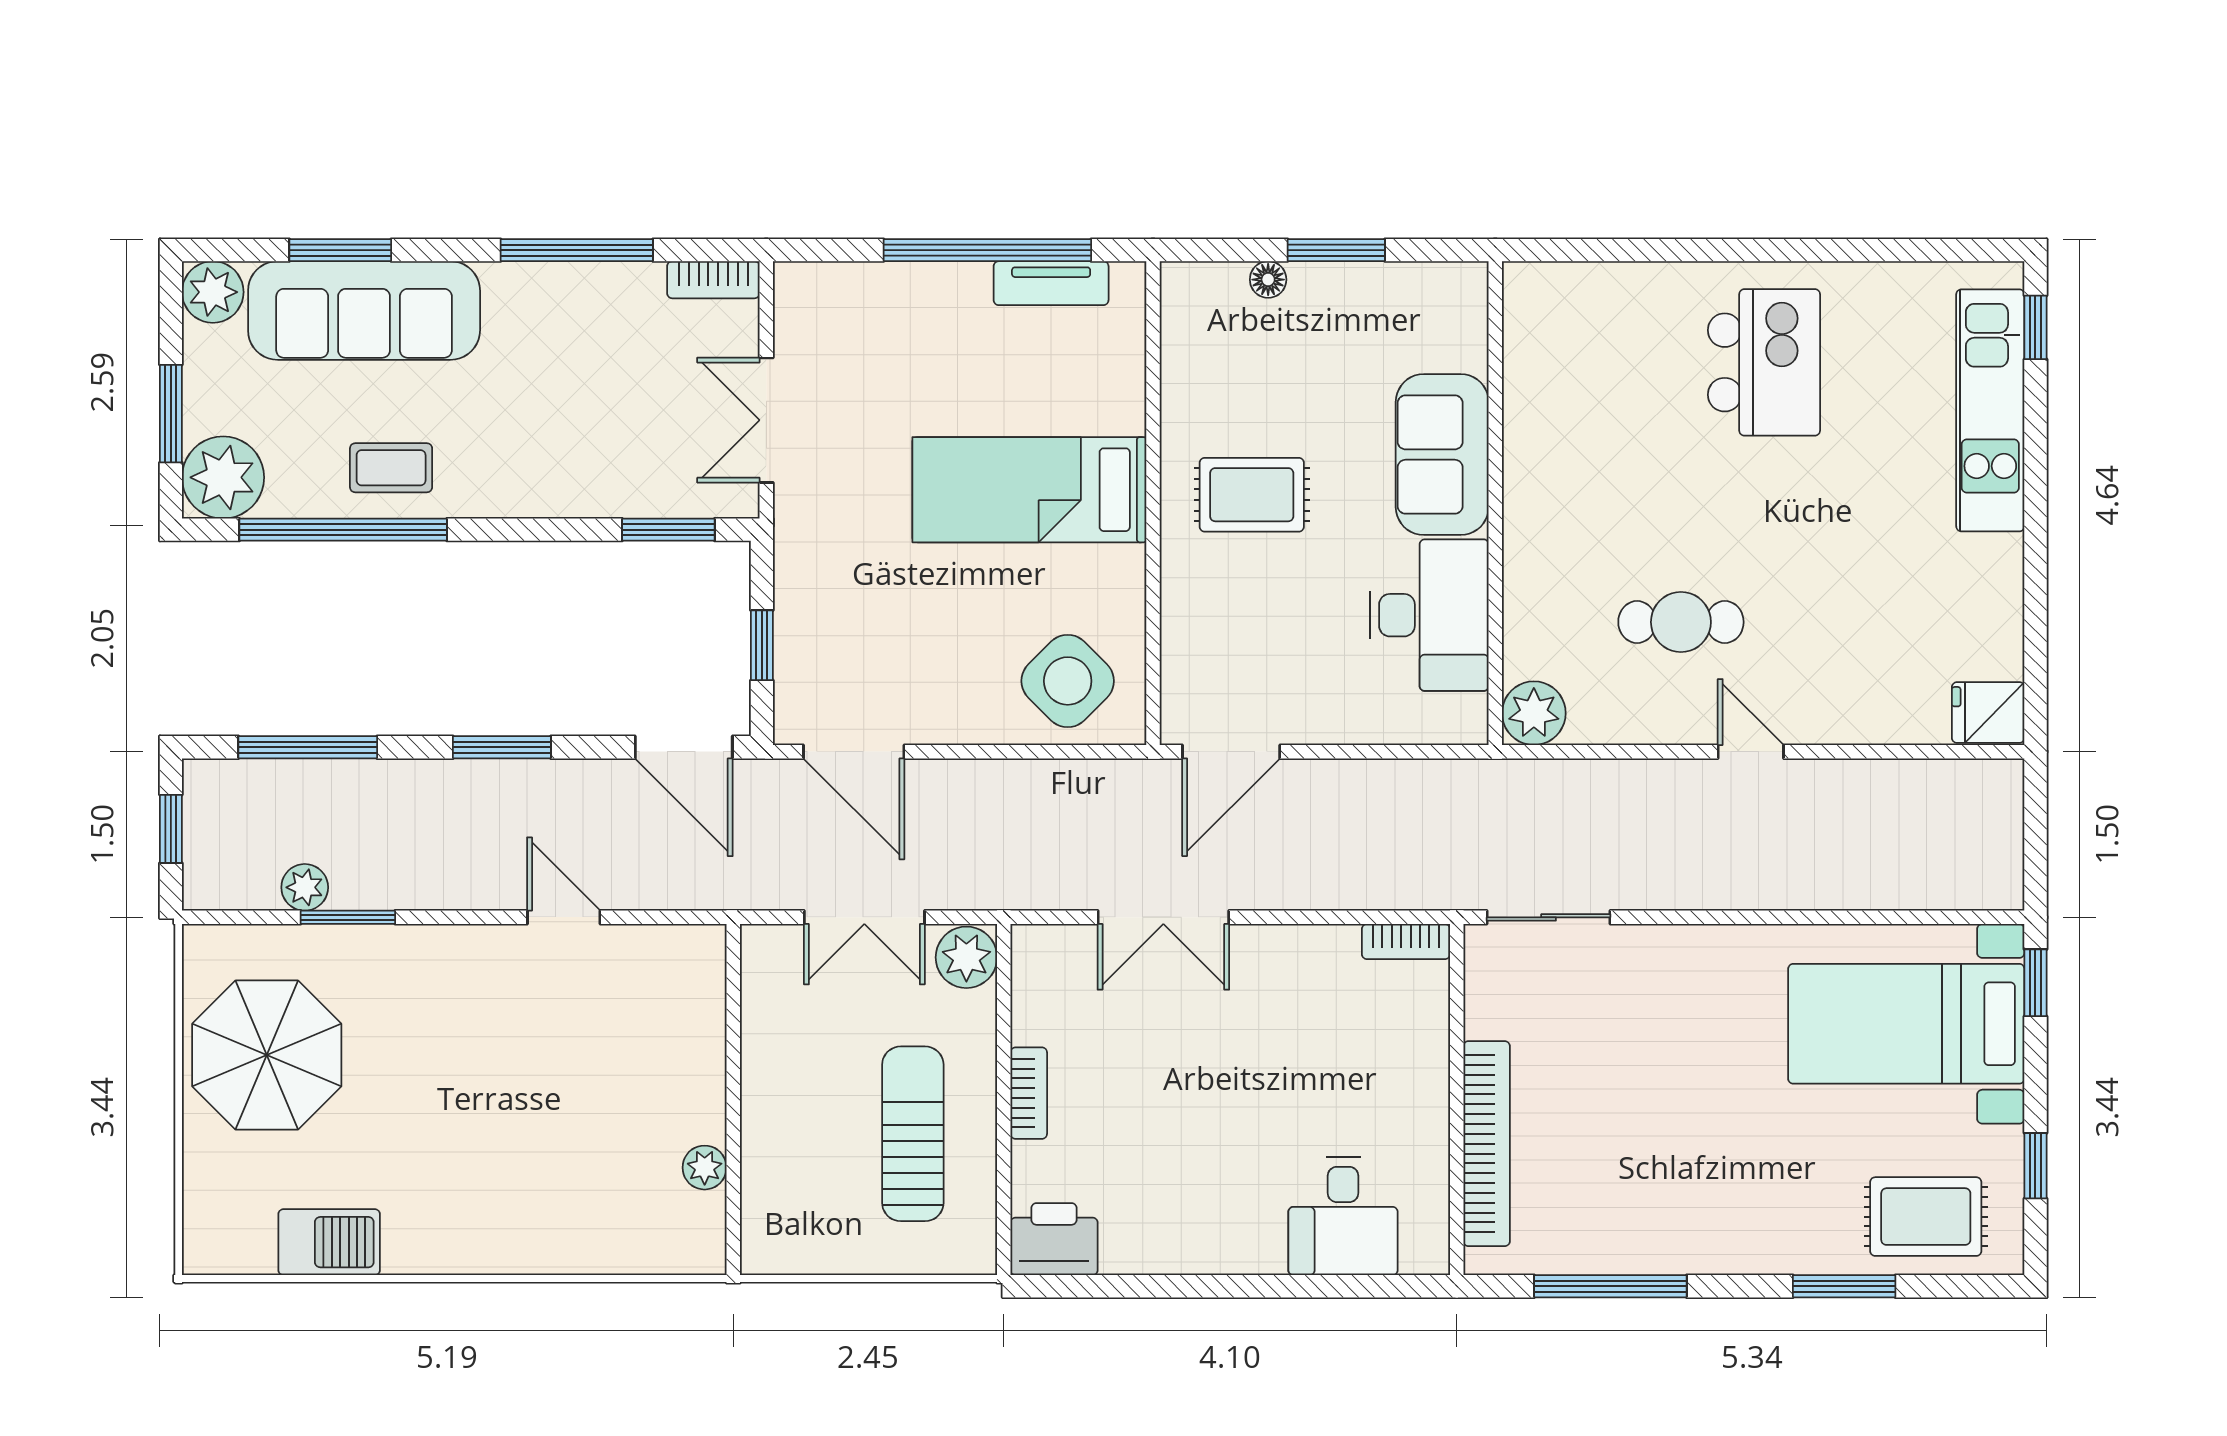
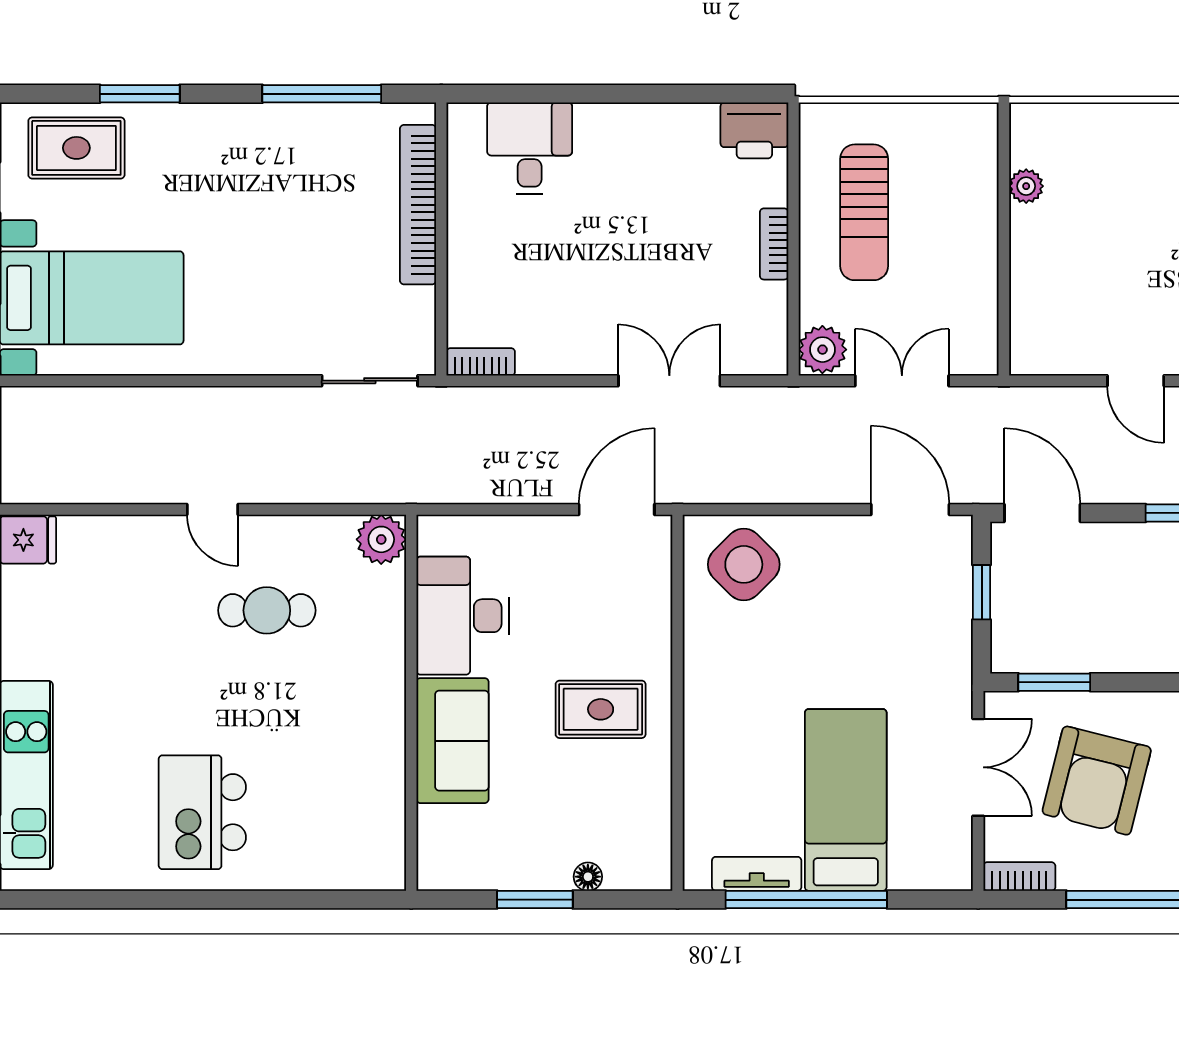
armchair: (614, 403) -> (1097, 781), added
bed: (1029, 490) -> (846, 800), moved, turned -90

